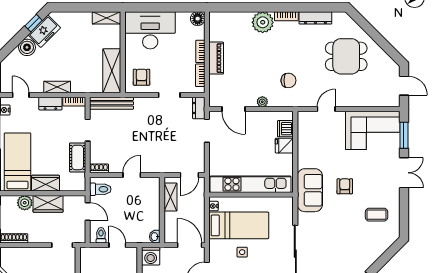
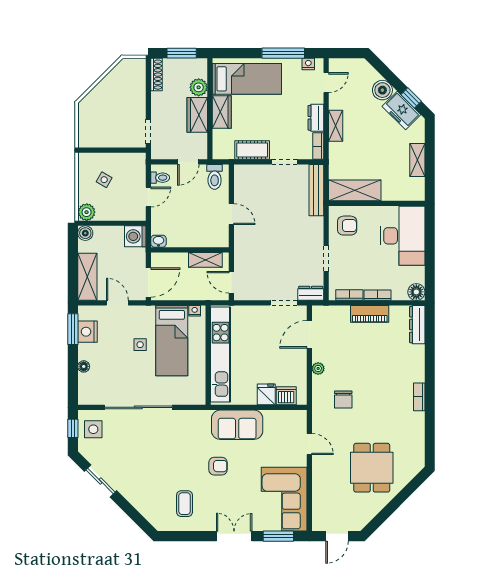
shelving: (107, 18) -> (417, 160), moved
dresser: (315, 18) -> (417, 325), moved
plant: (263, 22) -> (412, 369), removed
shoe rack: (99, 168) -> (239, 175), removed
double door: (404, 173) -> (234, 536), swing flipped
sofa: (310, 190) -> (237, 425), moved

